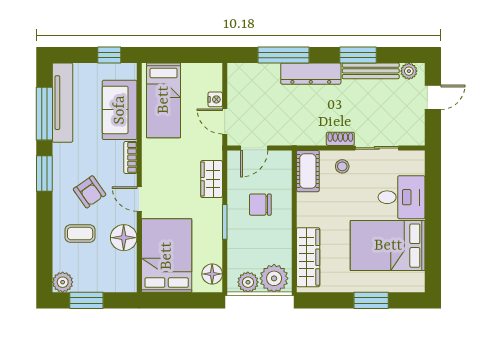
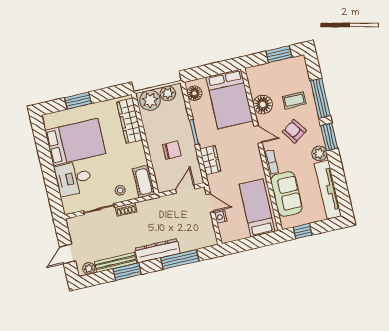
window: (44, 114) -> (320, 98), moved
plant: (63, 282) -> (319, 153), moved

